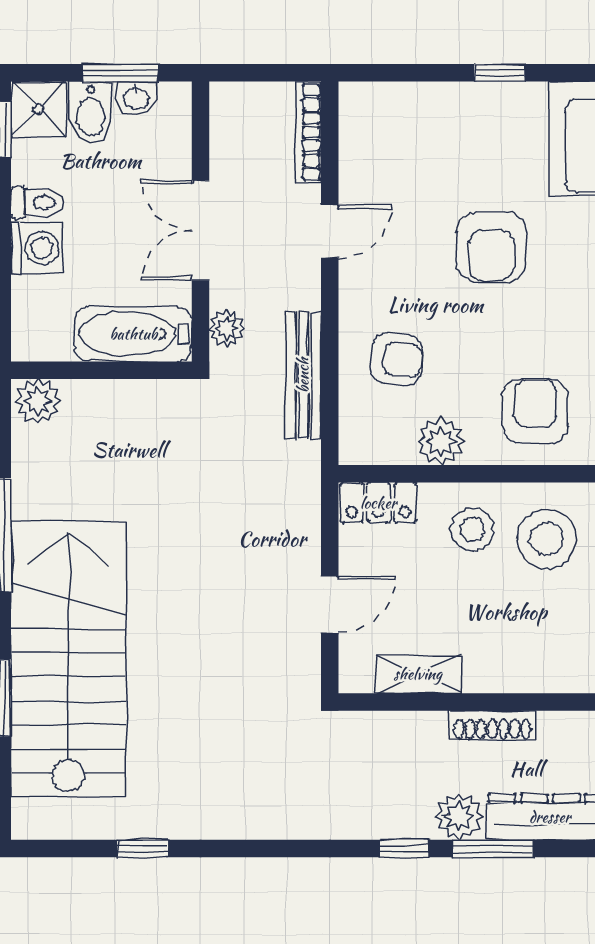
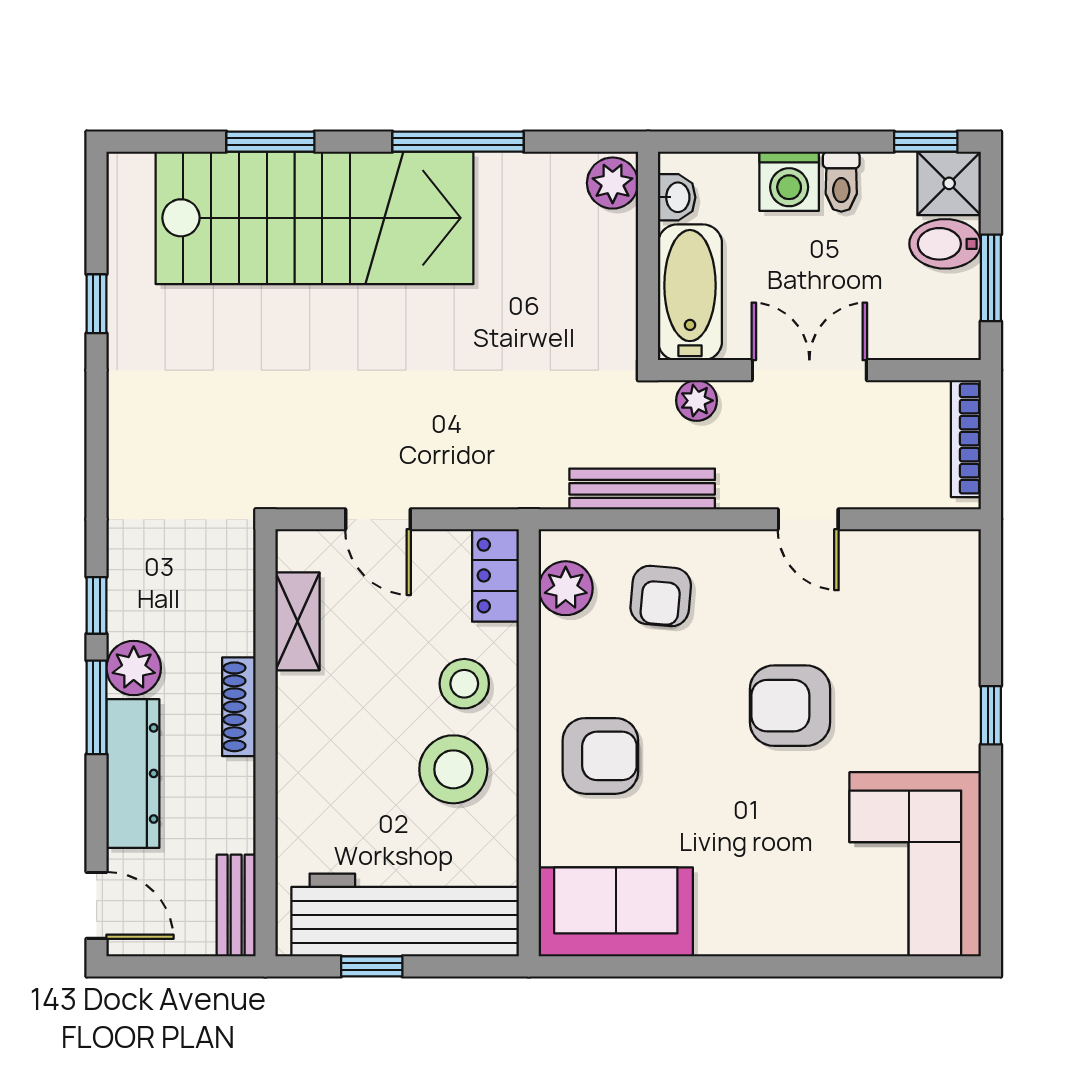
washbasin: (136, 98) -> (677, 197), moved, turned 180
bookcase: (308, 132) -> (966, 439), moved, turned -90
plant: (441, 442) -> (566, 588), moved

